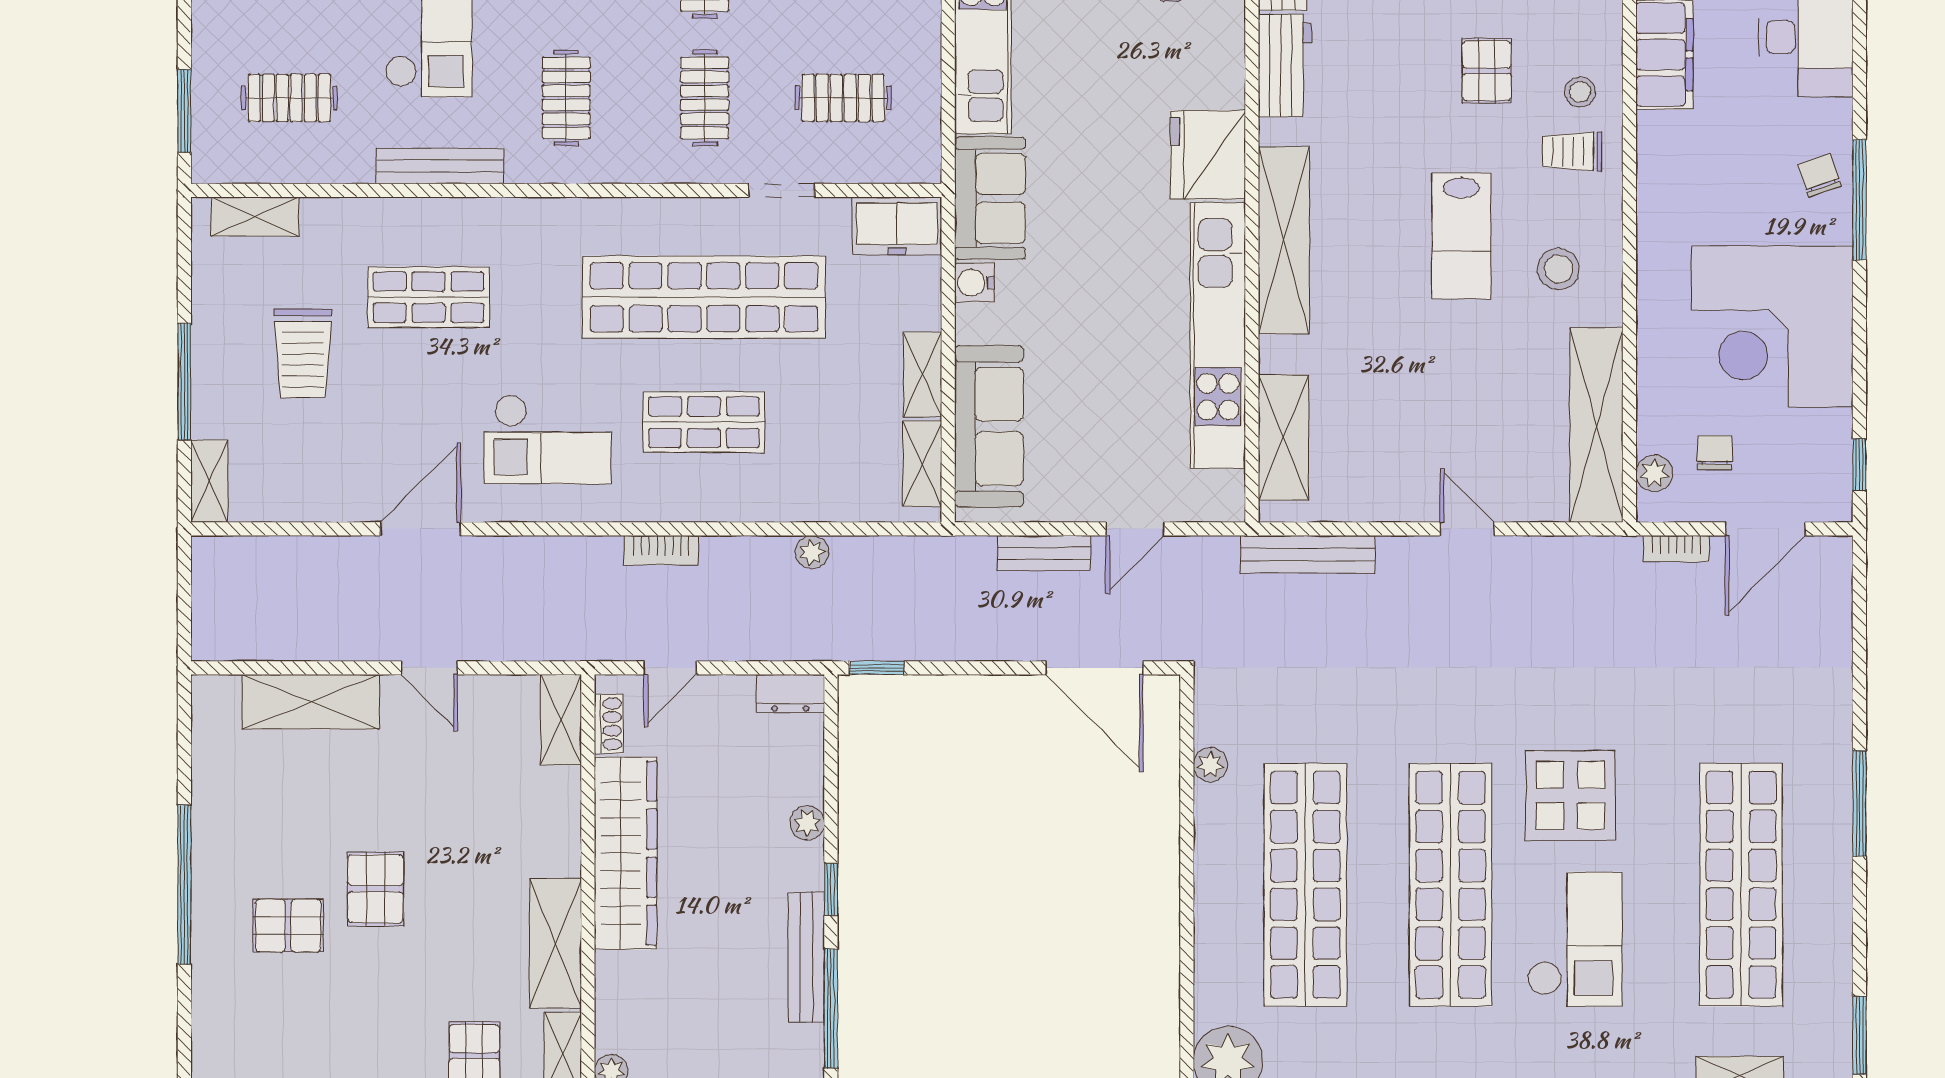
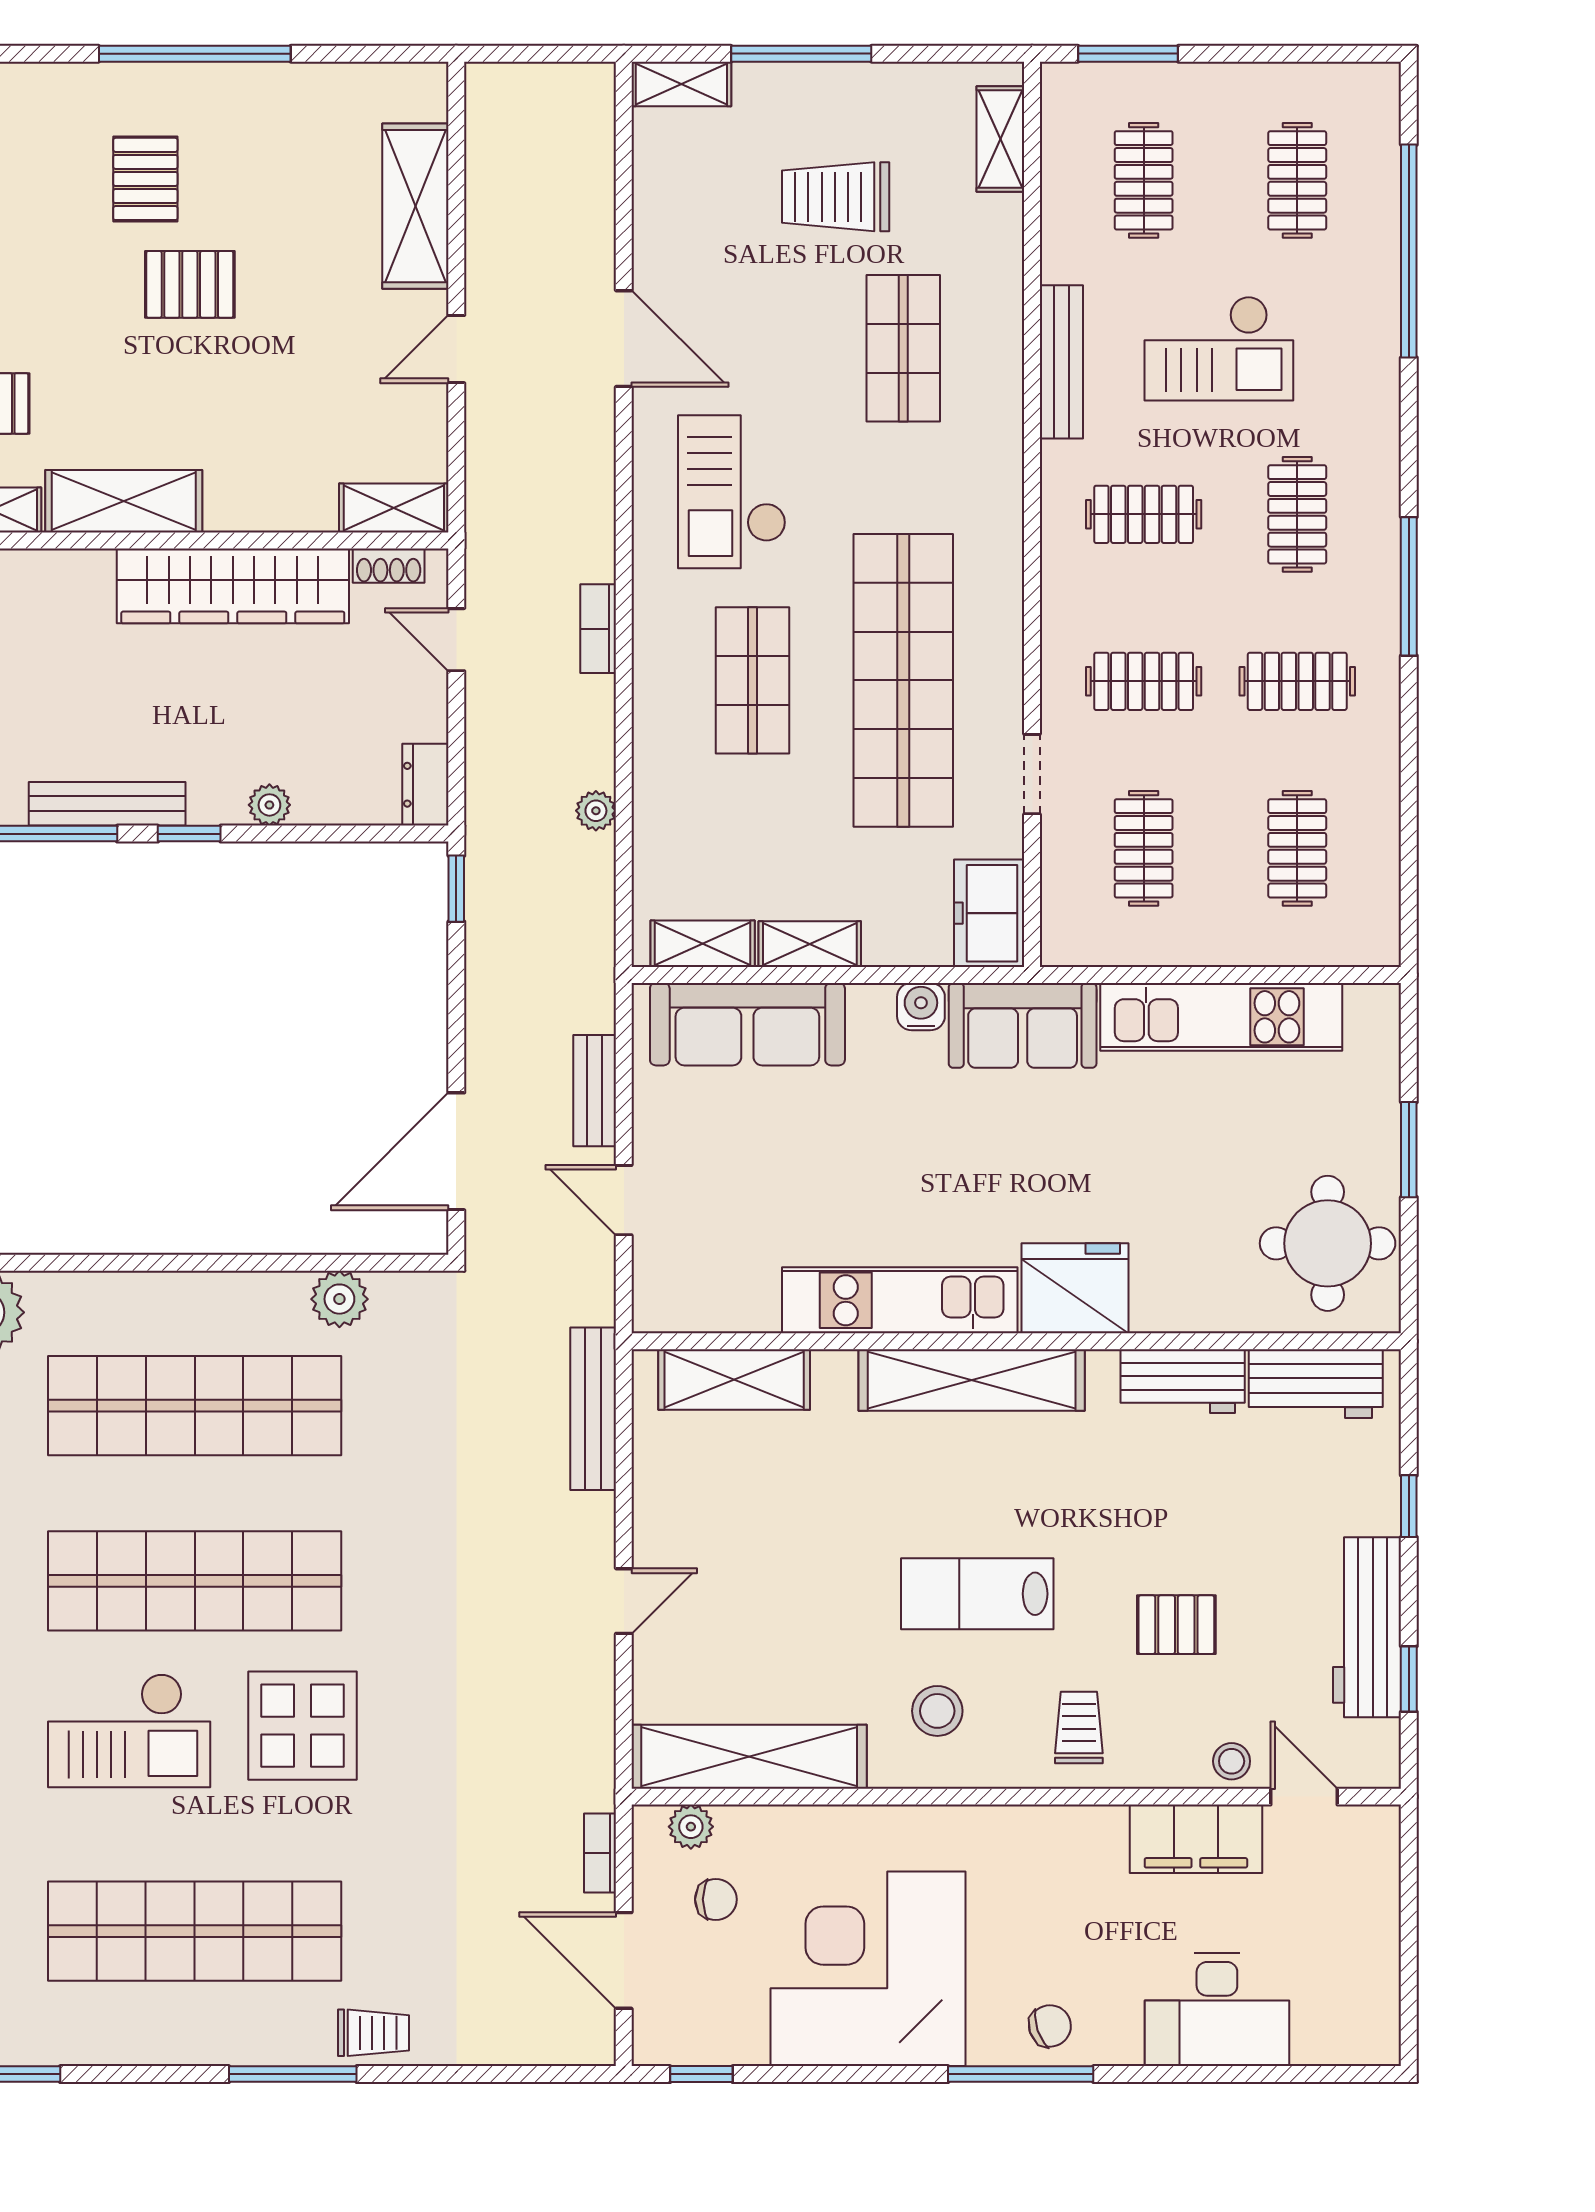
stool: (1580, 92) -> (1232, 1761), moved
kitchen unit: (1218, 335) -> (900, 1300), width x0.73
trolley: (1825, 737) -> (373, 2033), added
plant: (1210, 765) -> (339, 1299), width x1.38, depth x1.38

